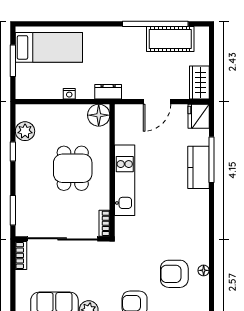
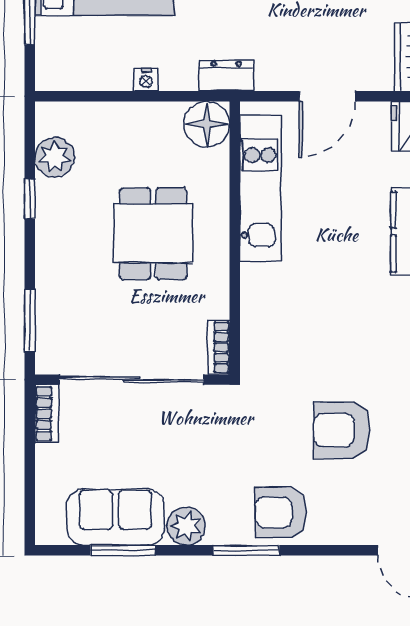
kitchen unit: (125, 180) -> (260, 188), moved
armchair: (174, 274) -> (342, 430), moved

